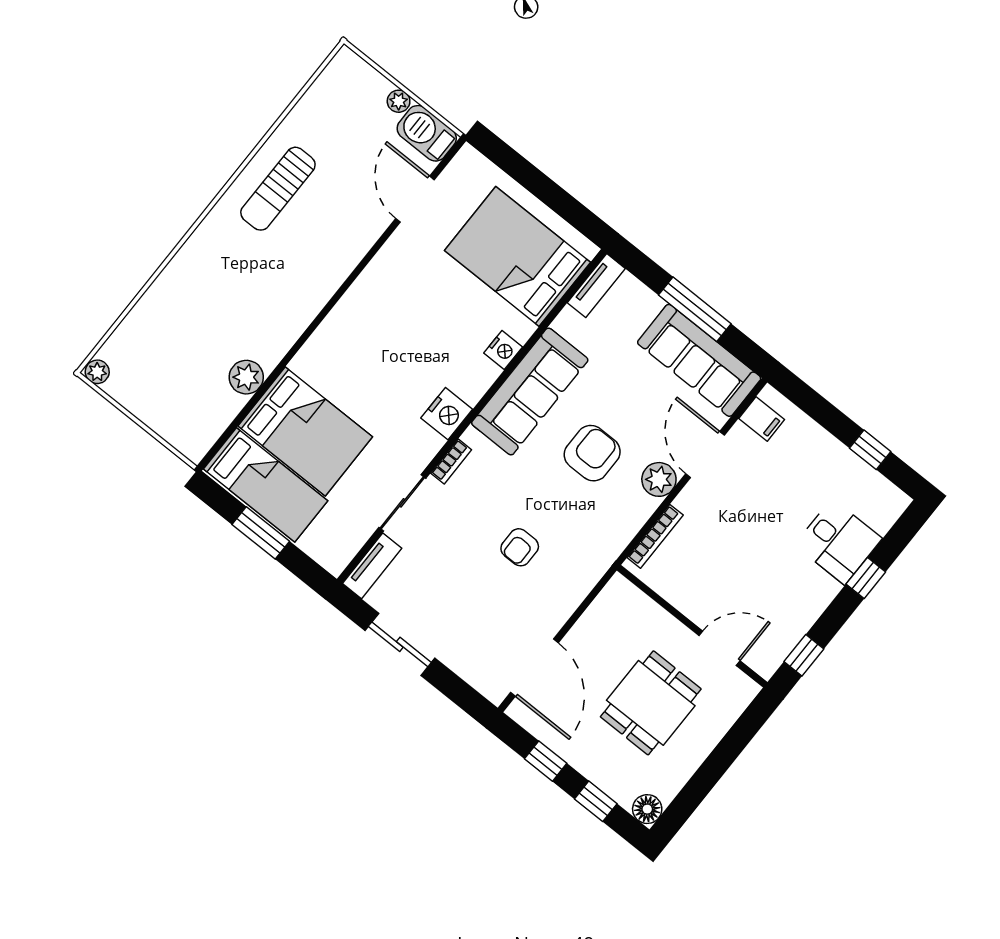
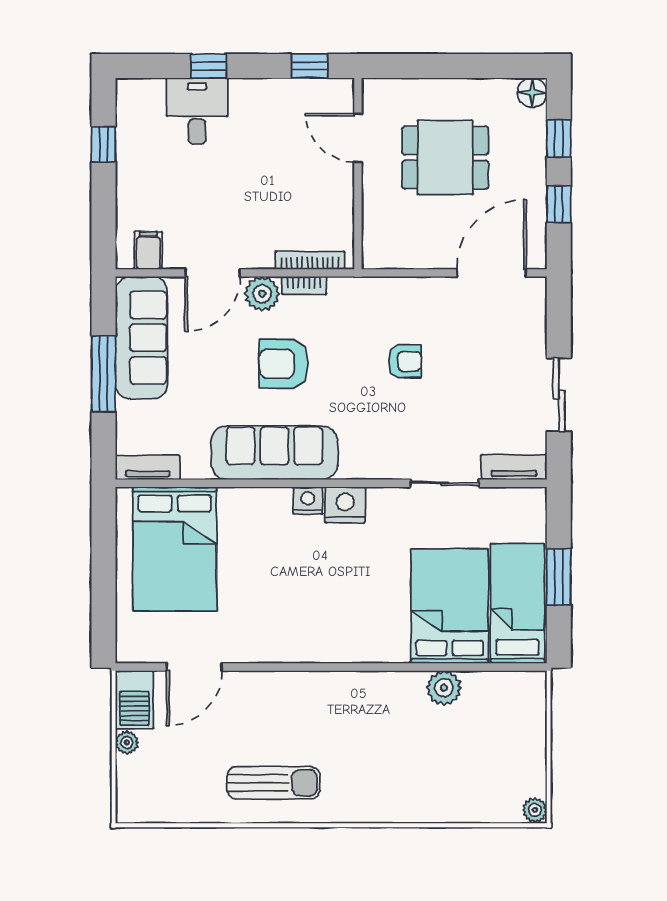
nightstand: (503, 350) -> (308, 500), moved
bookcase: (451, 461) -> (304, 285), moved, turned 180

